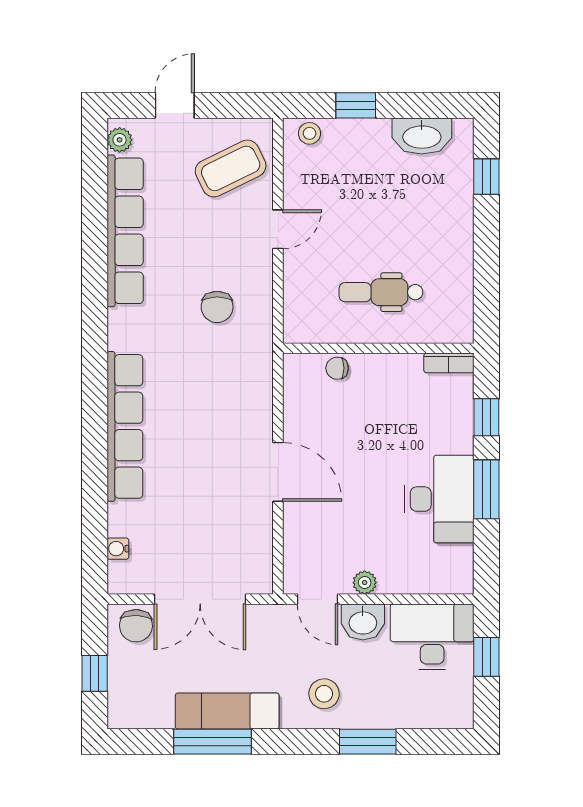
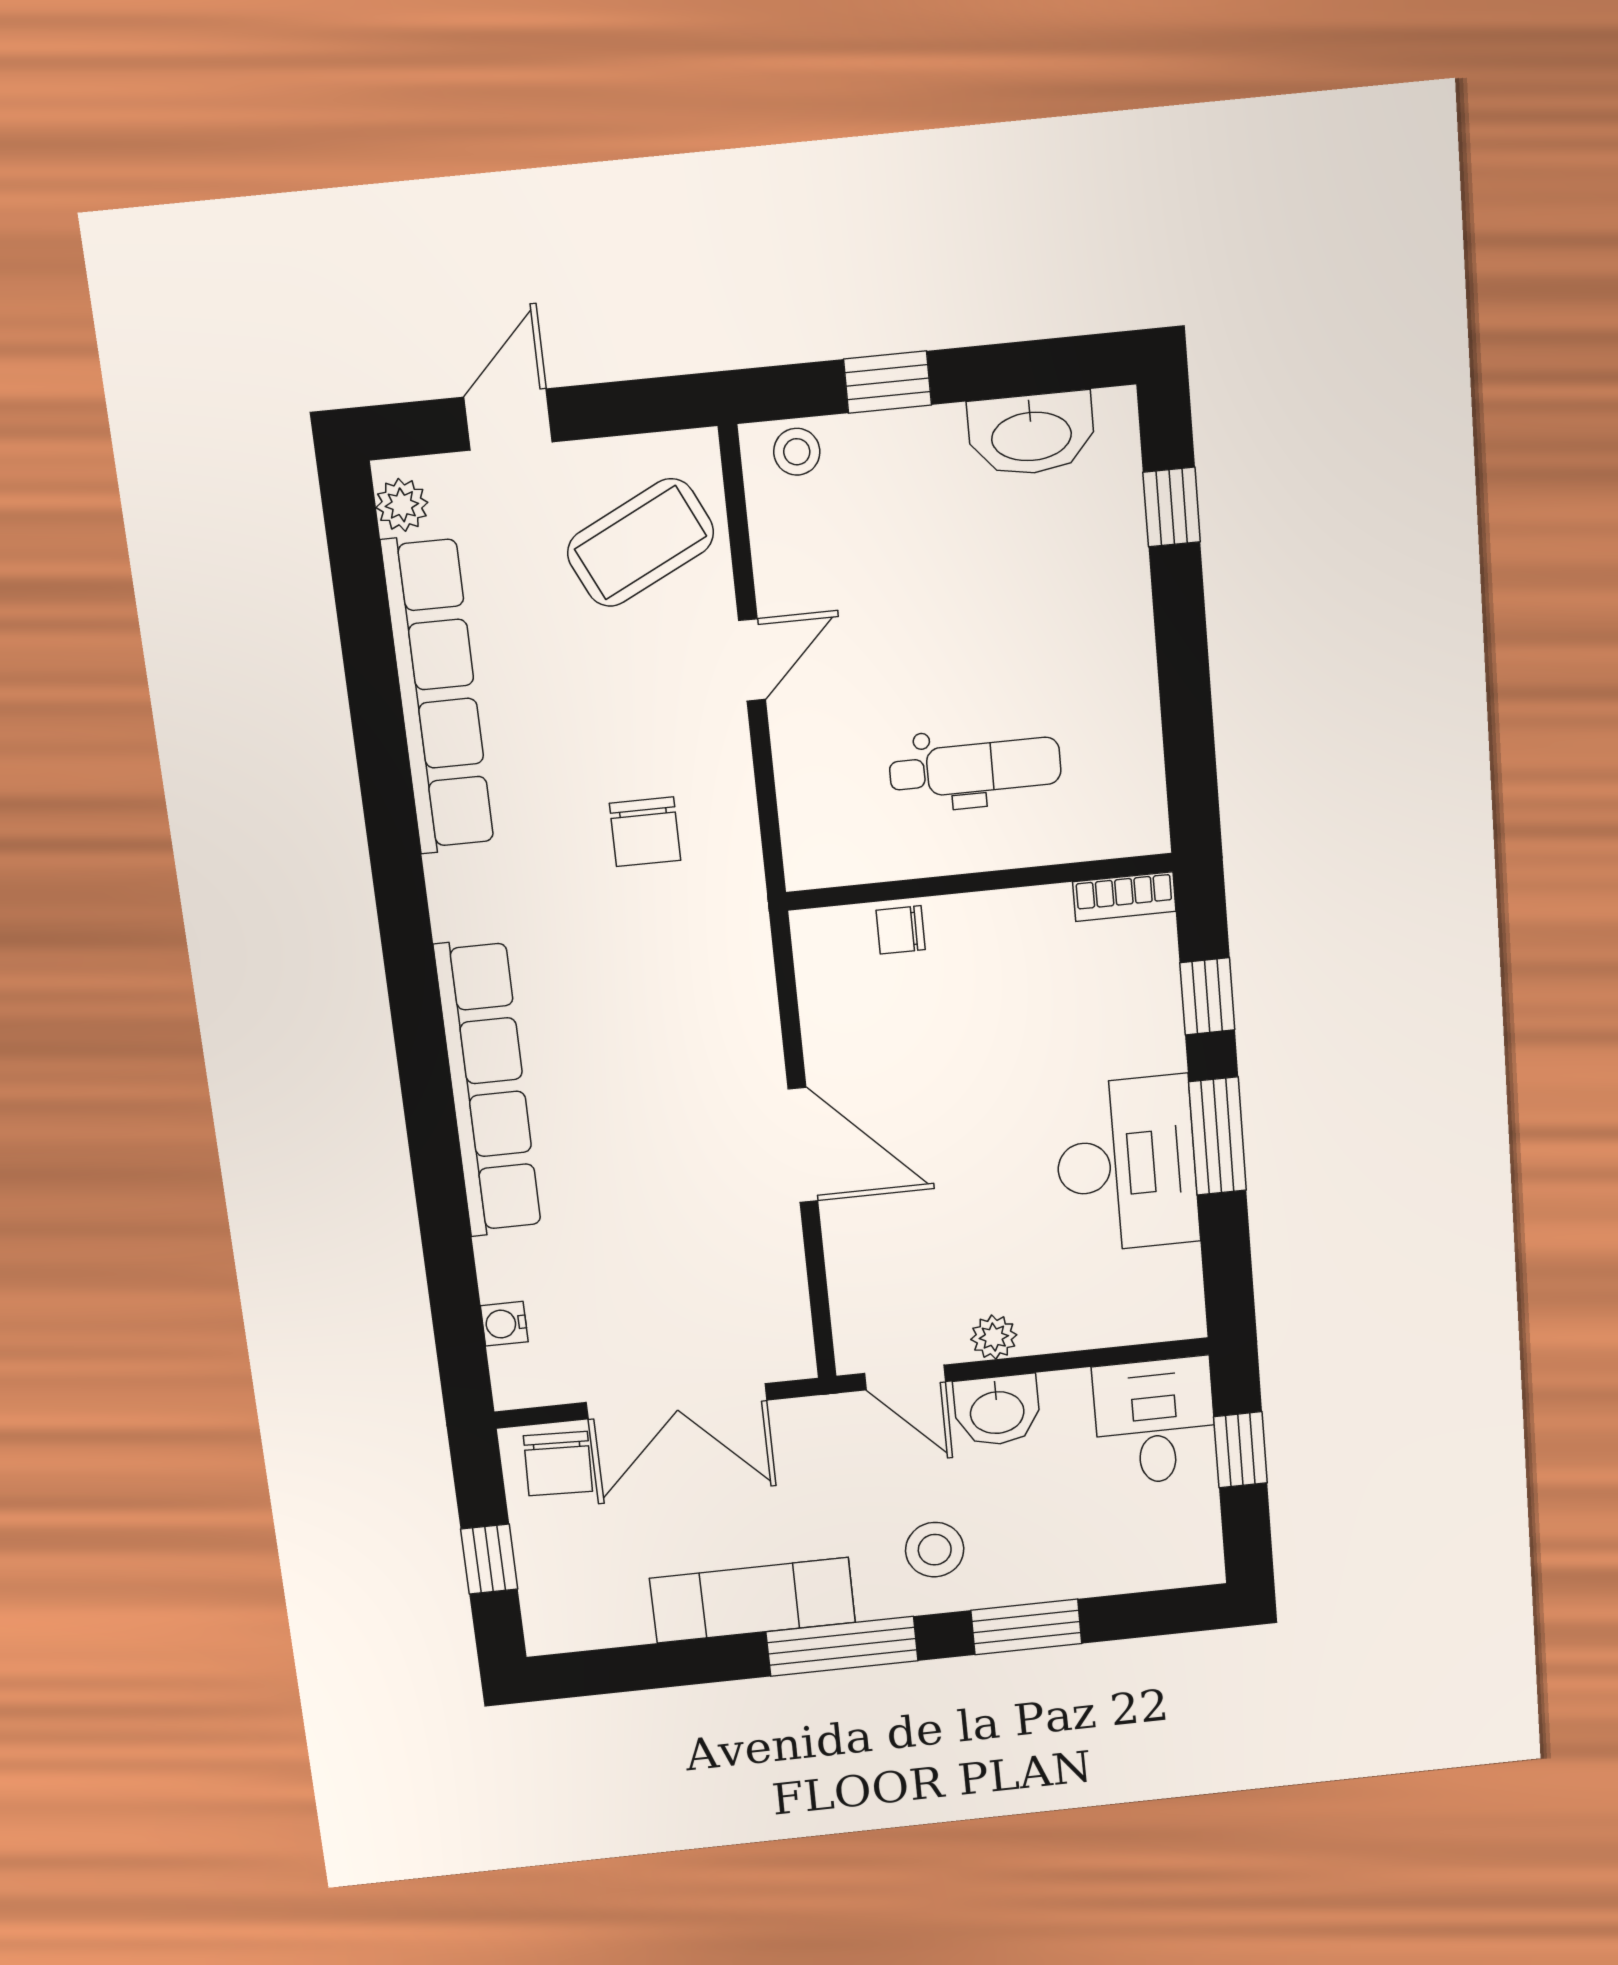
dental chair: (381, 292) -> (975, 768), turned 180
desk: (432, 637) -> (1155, 1421), width x0.73
window: (212, 742) -> (842, 1646), moved

